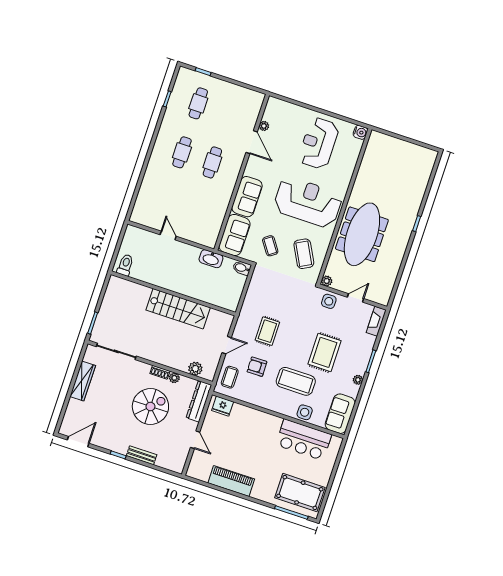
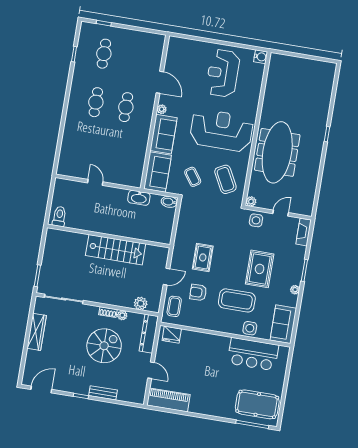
plant: (264, 126) -> (162, 109), moved
piano: (231, 481) -> (168, 400), moved

